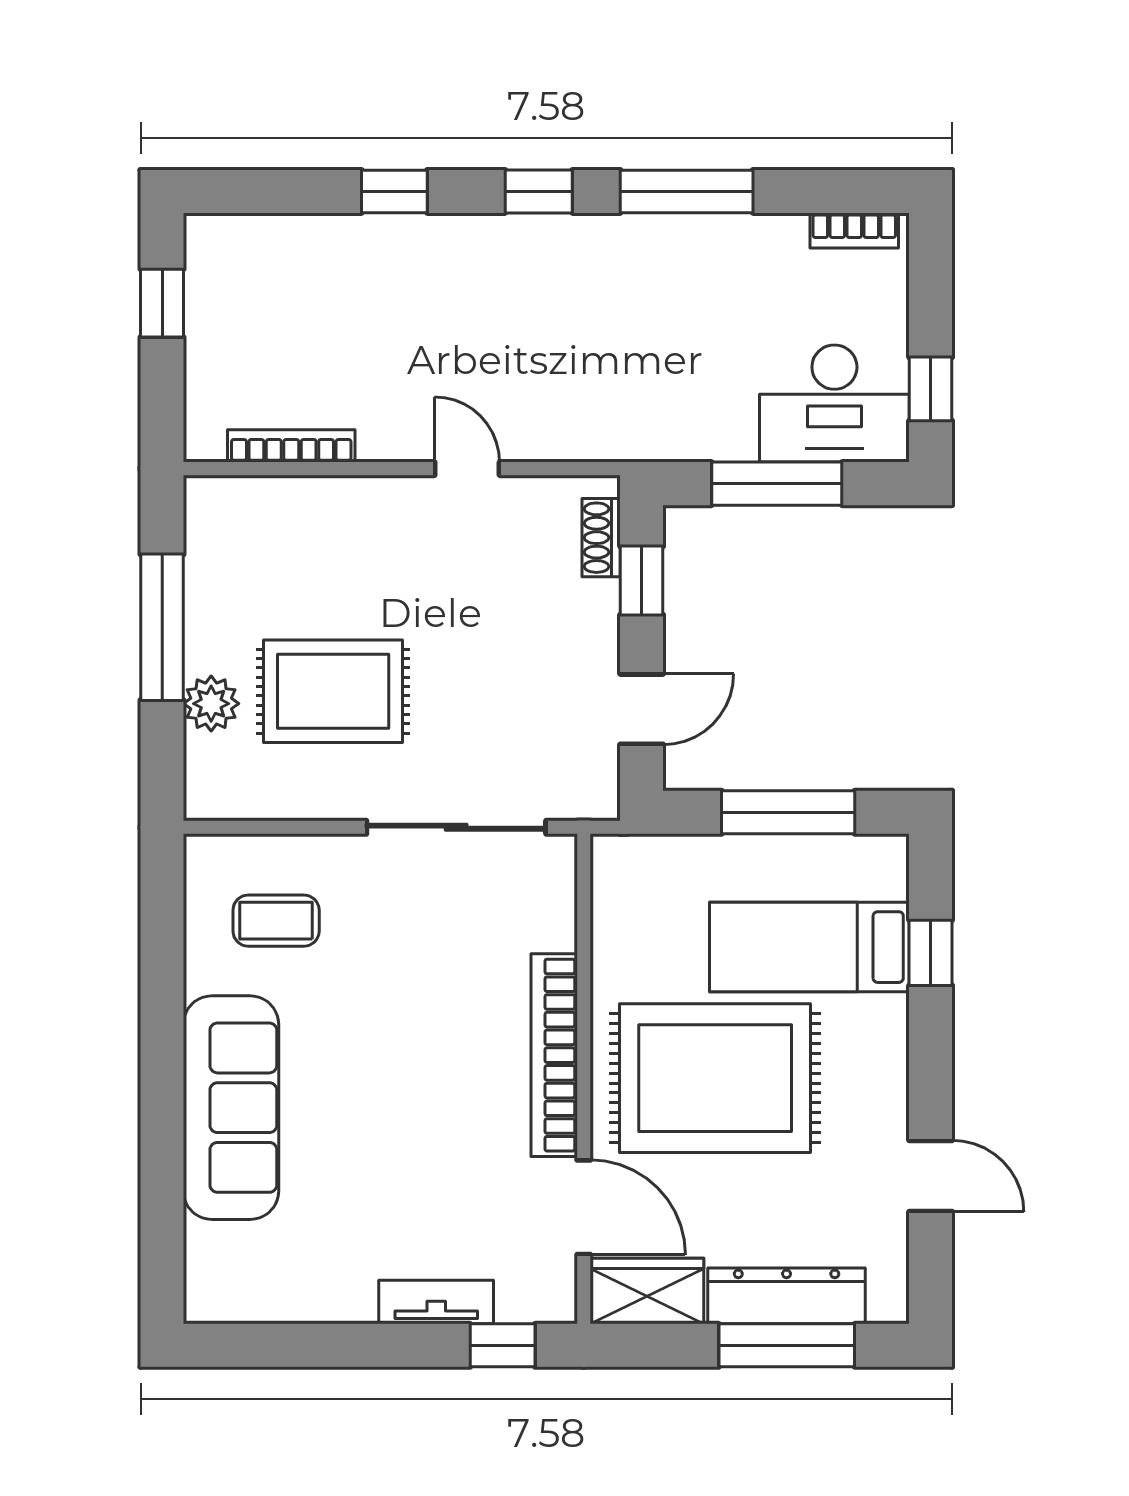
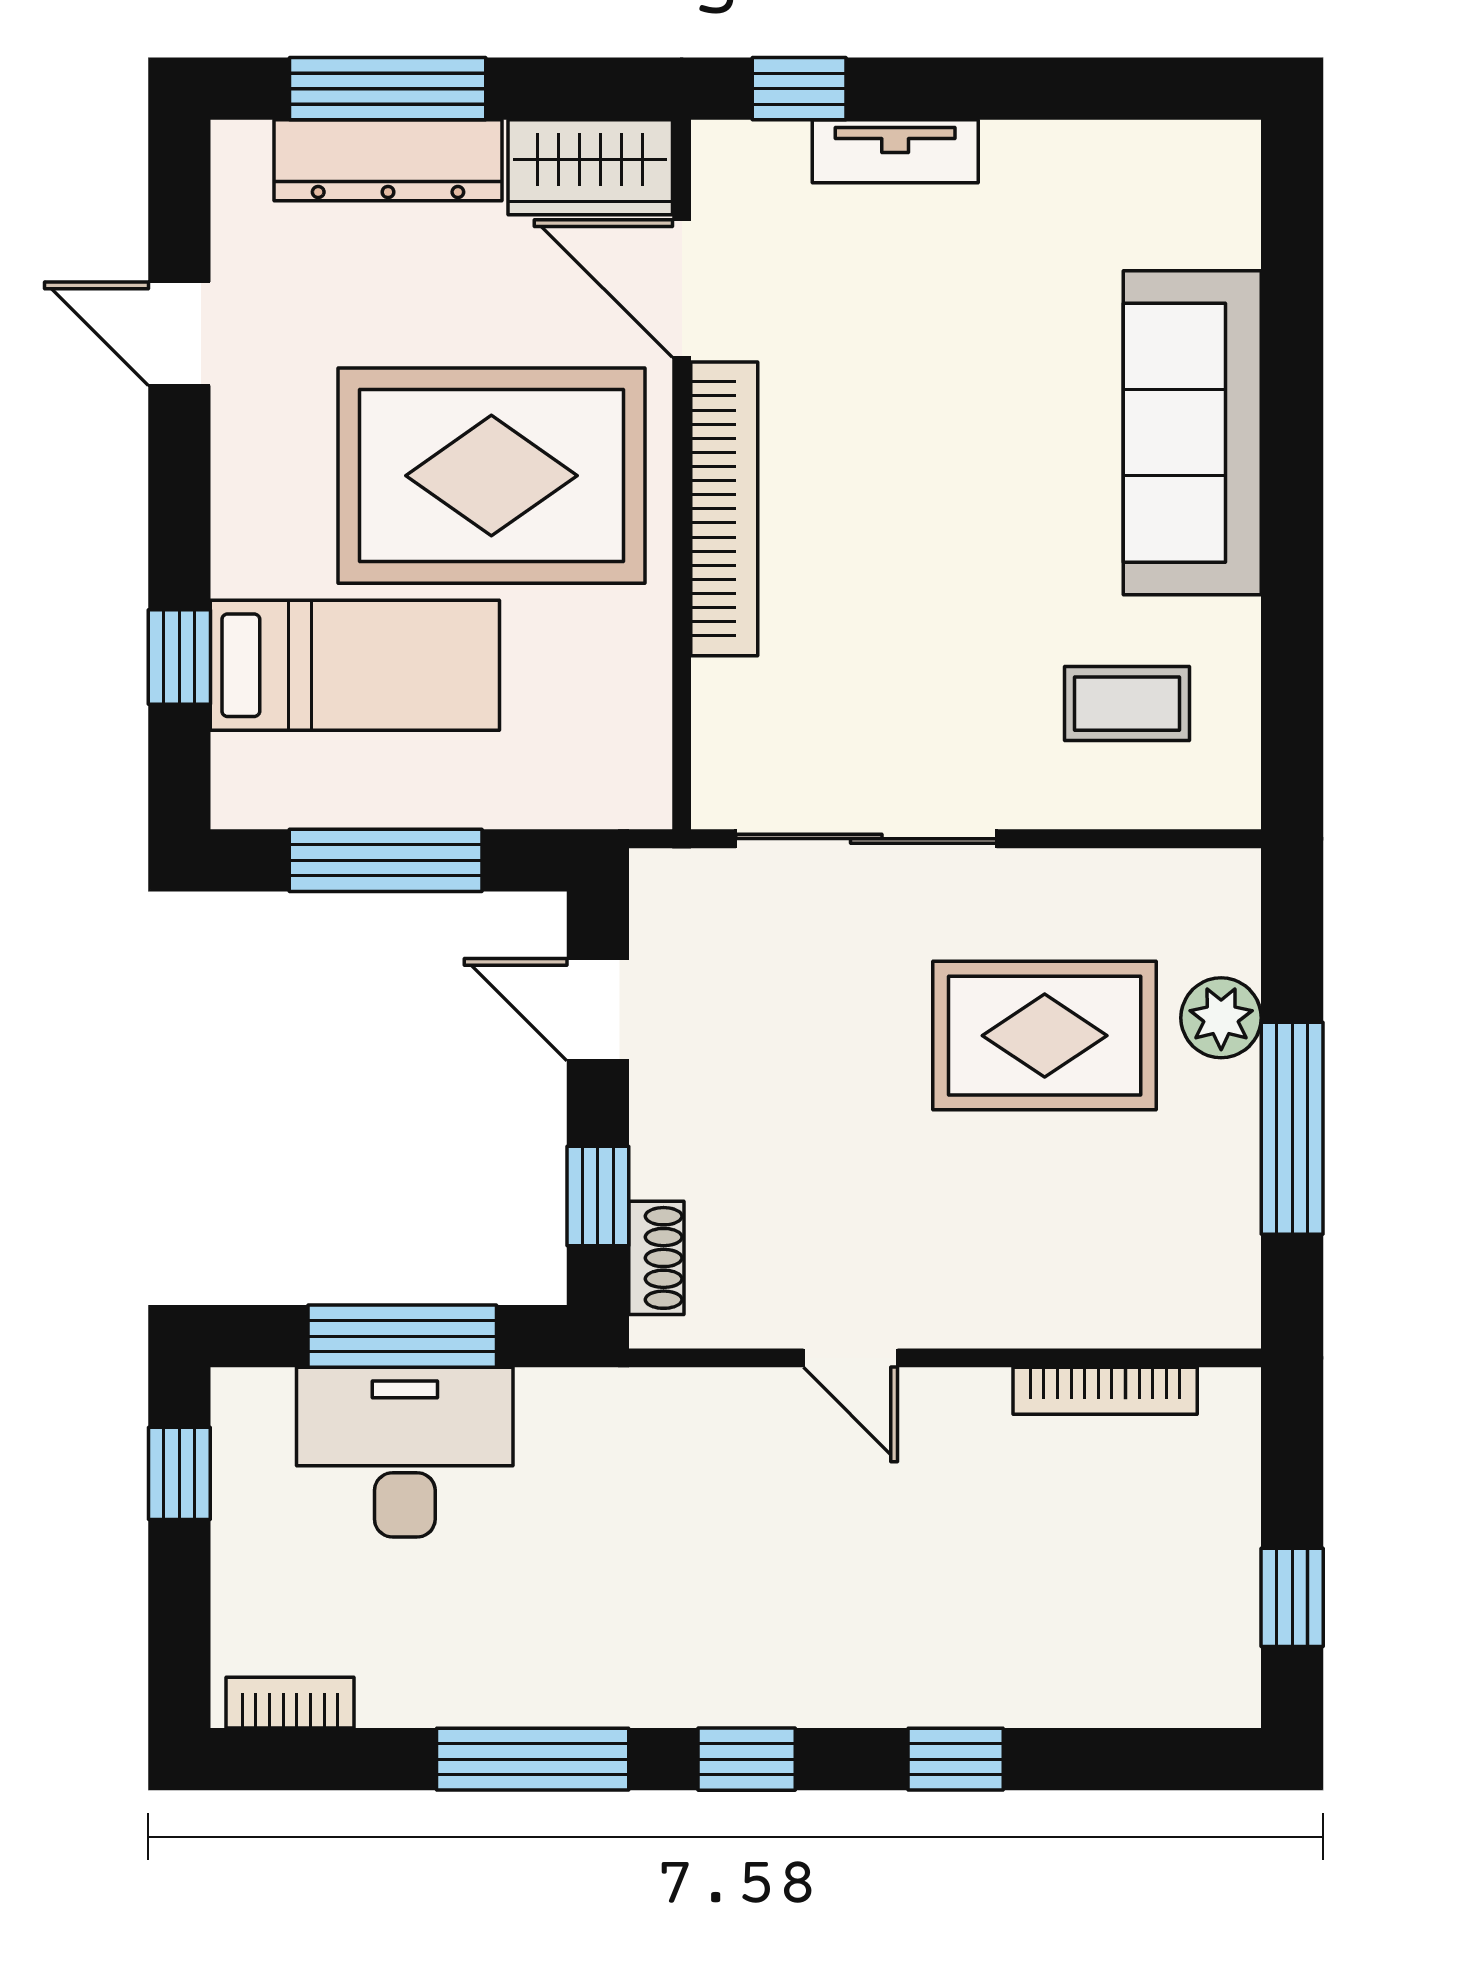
desk: (834, 404) -> (405, 1452), moved
door: (642, 709) -> (598, 1010), hinge flipped

